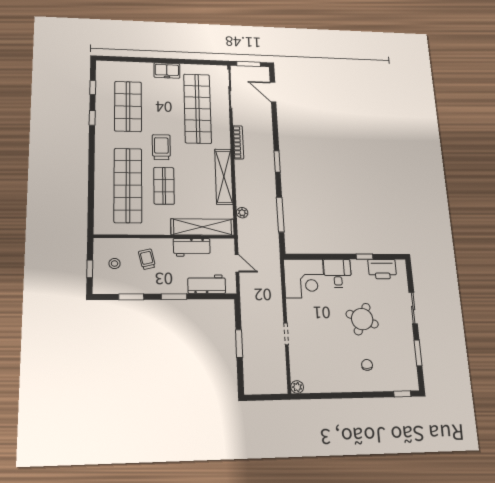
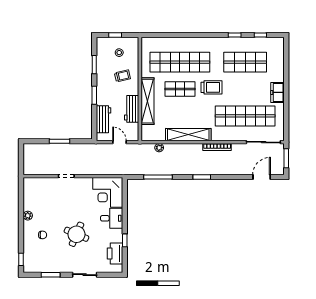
shelving: (203, 227) -> (148, 101), moved
door: (237, 263) -> (119, 142), swing flipped
plant: (297, 387) -> (28, 216), moved

